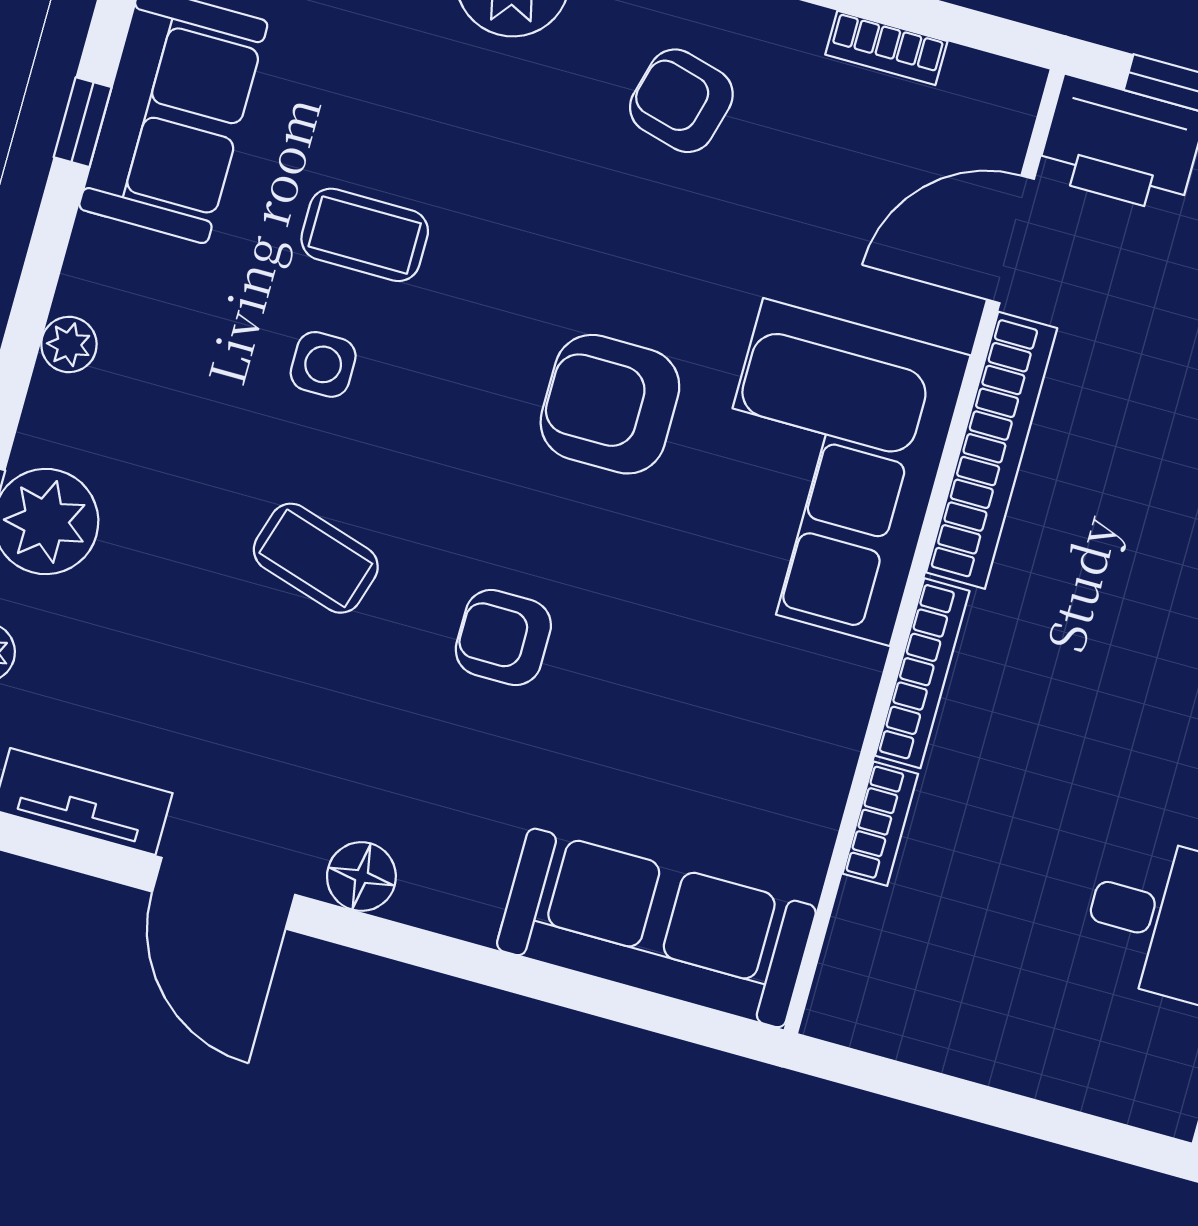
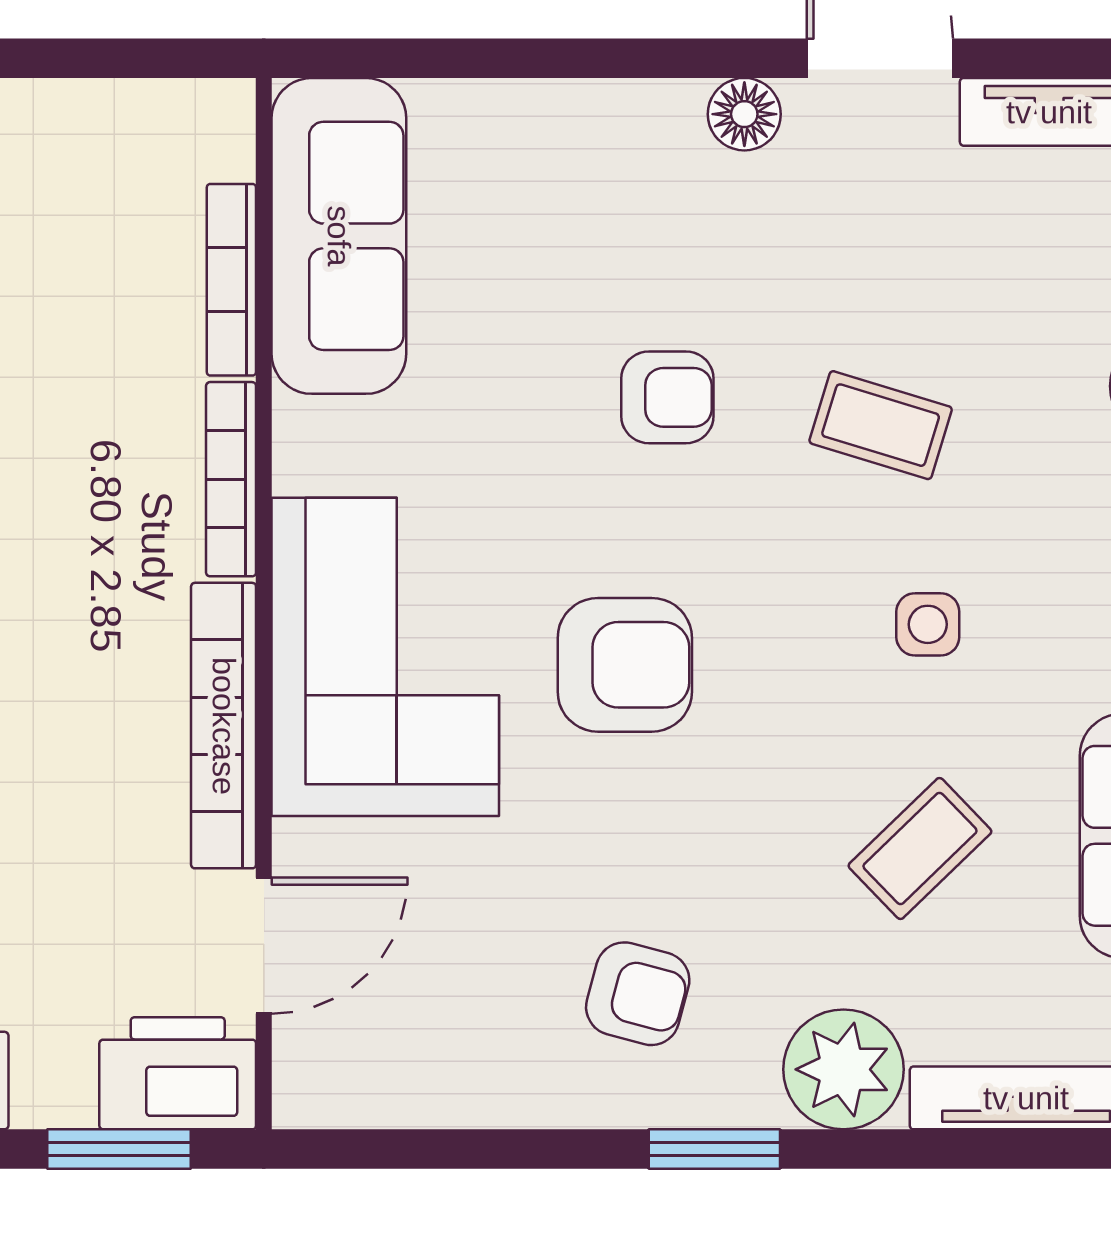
bookcase: (886, 48) -> (444, 1105), removed
coffee table: (365, 235) -> (920, 848), moved, turned -44
bookcase: (880, 824) -> (231, 280), width x1.56
sofa: (656, 928) -> (339, 236), moved, turned -90

